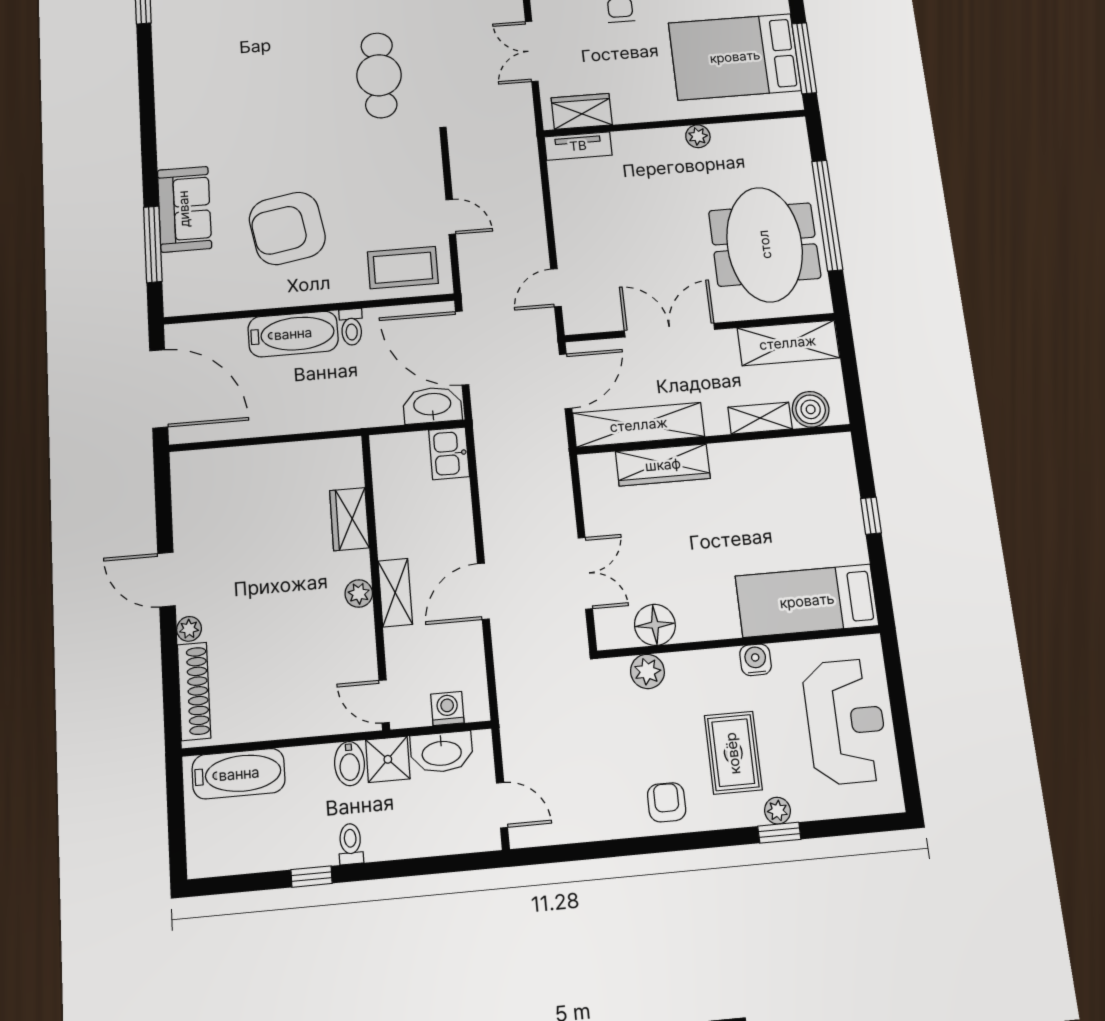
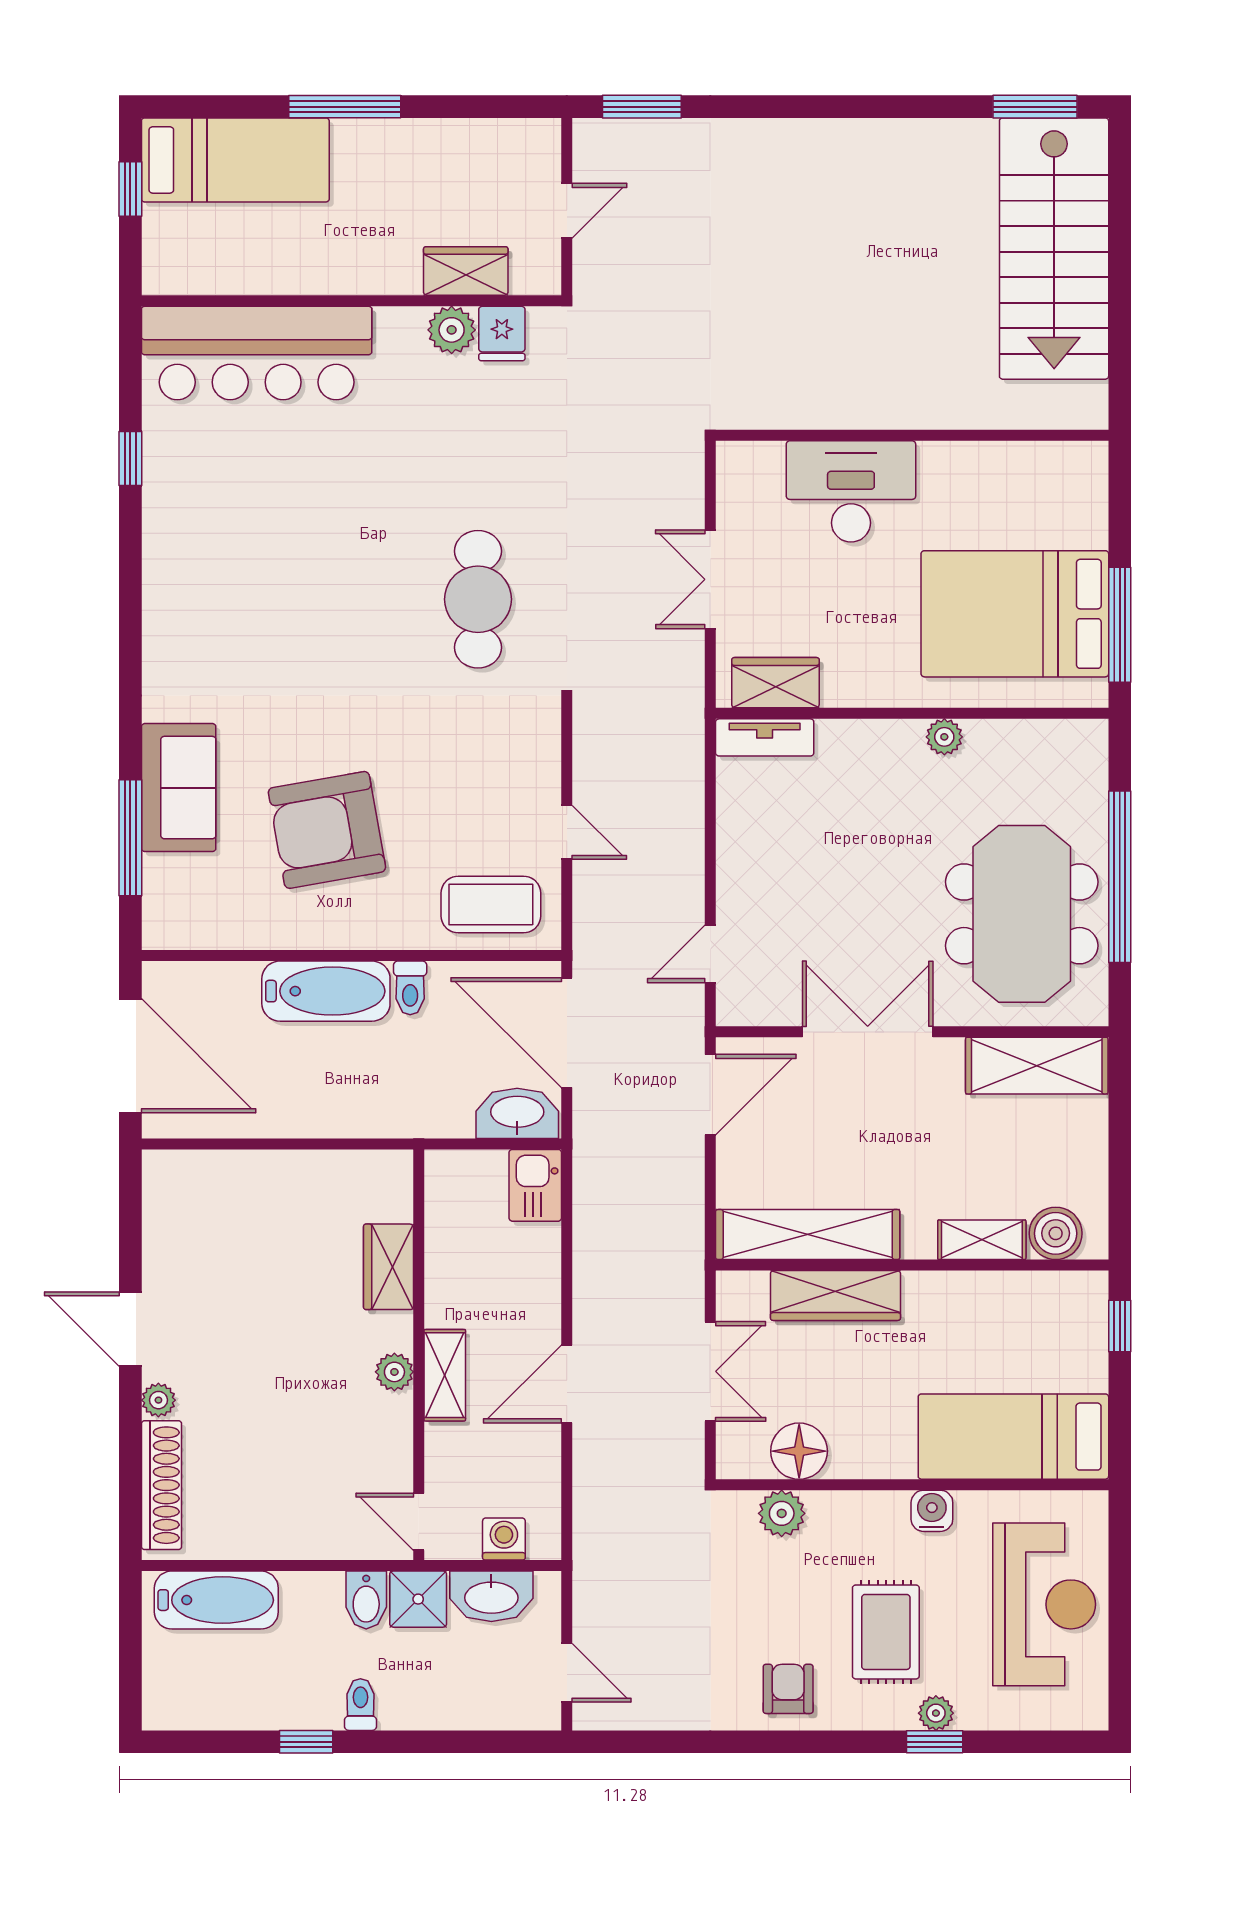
boiler: (811, 409) -> (1056, 1233), moved
shelving: (760, 418) -> (982, 1240), moved
shelving: (639, 425) -> (808, 1235), moved
wall: (714, 439) -> (912, 1265), moved
wardrobe: (663, 465) -> (835, 1295), moved

